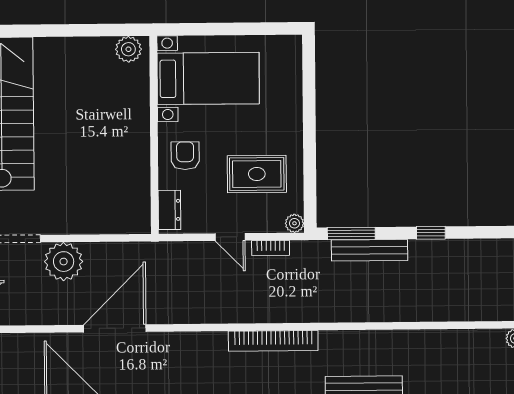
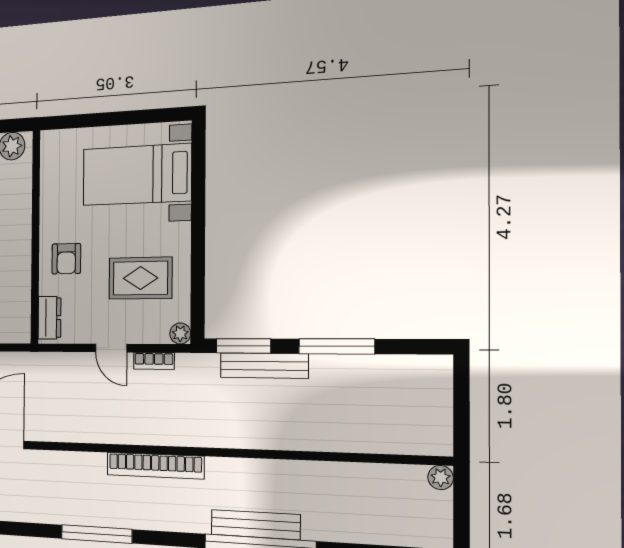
bed with nightstands: (208, 78) -> (137, 175), moved, turned 180
armchair: (185, 156) -> (66, 259), turned 180
window: (431, 233) -> (337, 346), width x2.17

